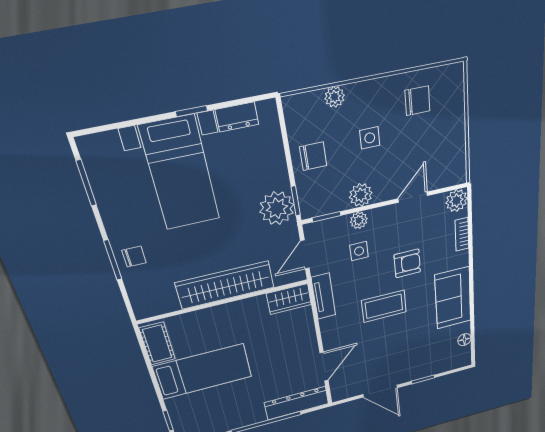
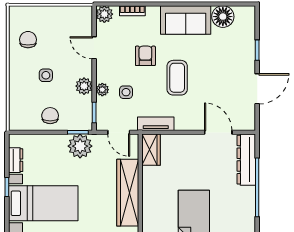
plant: (335, 97) -> (15, 96), removed
floor lamp: (464, 340) -> (223, 17), width x1.89, depth x1.89

